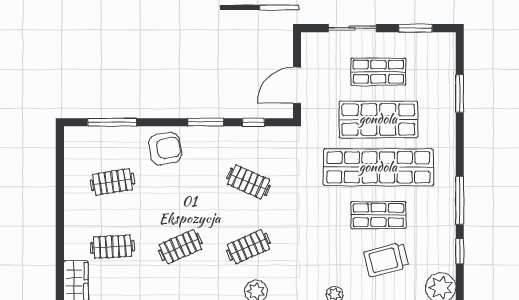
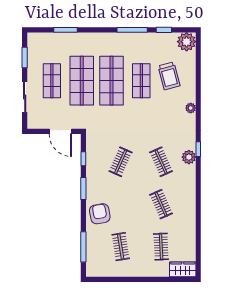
shop shelf: (378, 167) -> (111, 81), width x0.71

